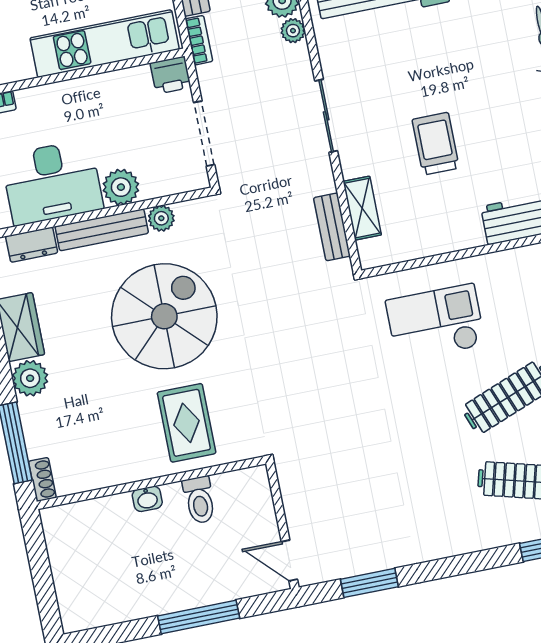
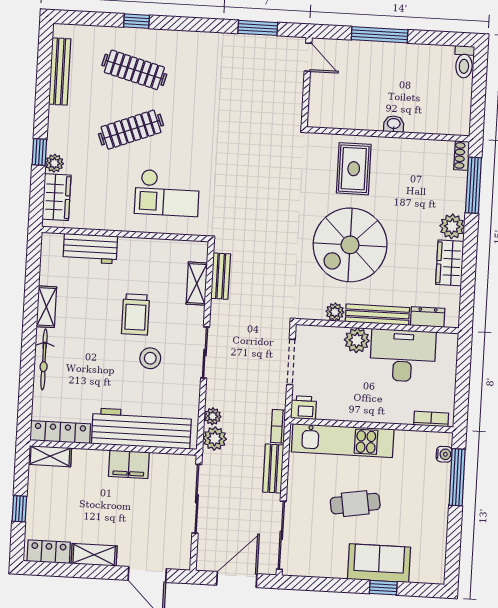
stool: (400, 88) -> (150, 358), added
toilet: (199, 500) -> (464, 62), moved, turned 180

